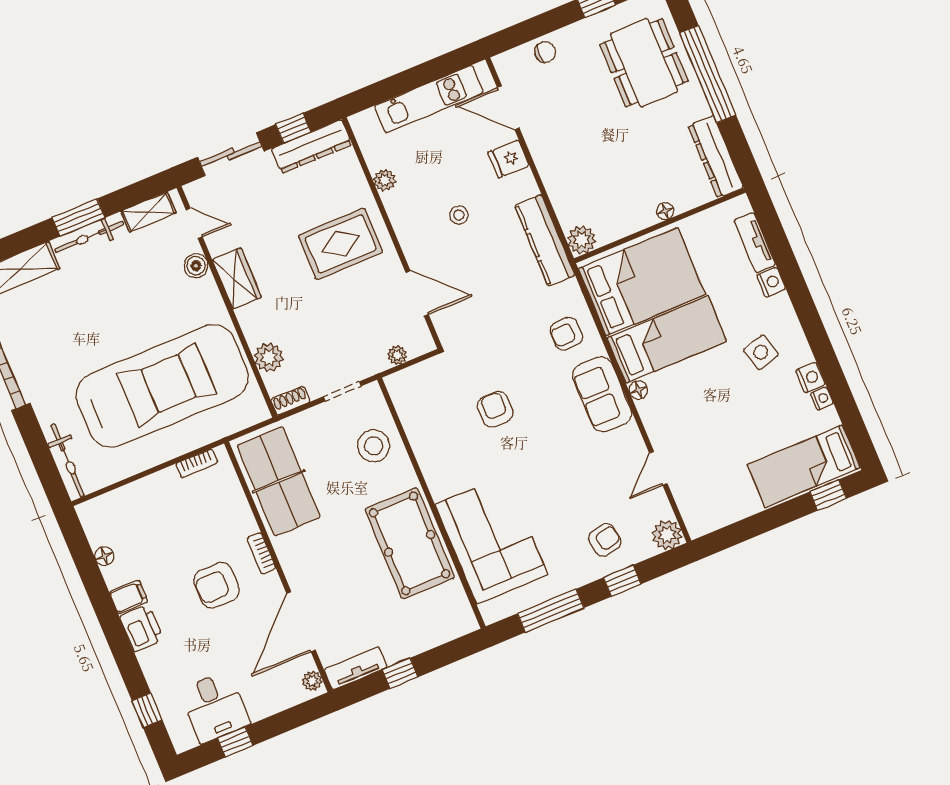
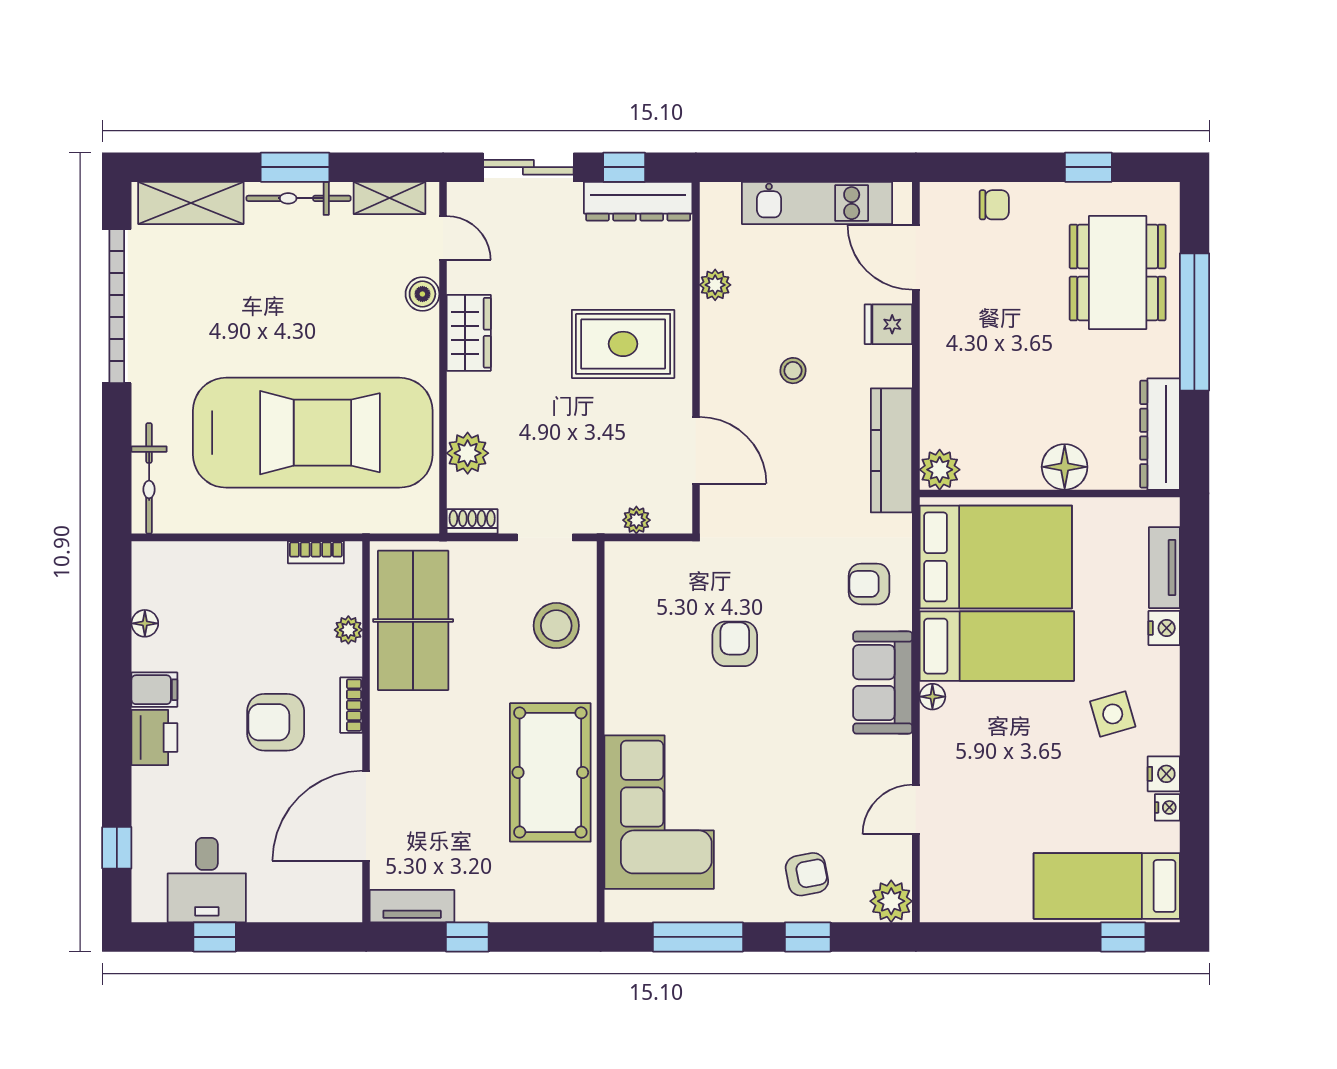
floor lamp: (665, 211) -> (1065, 467), width x1.89, depth x1.89
plant: (312, 681) -> (348, 630), moved

